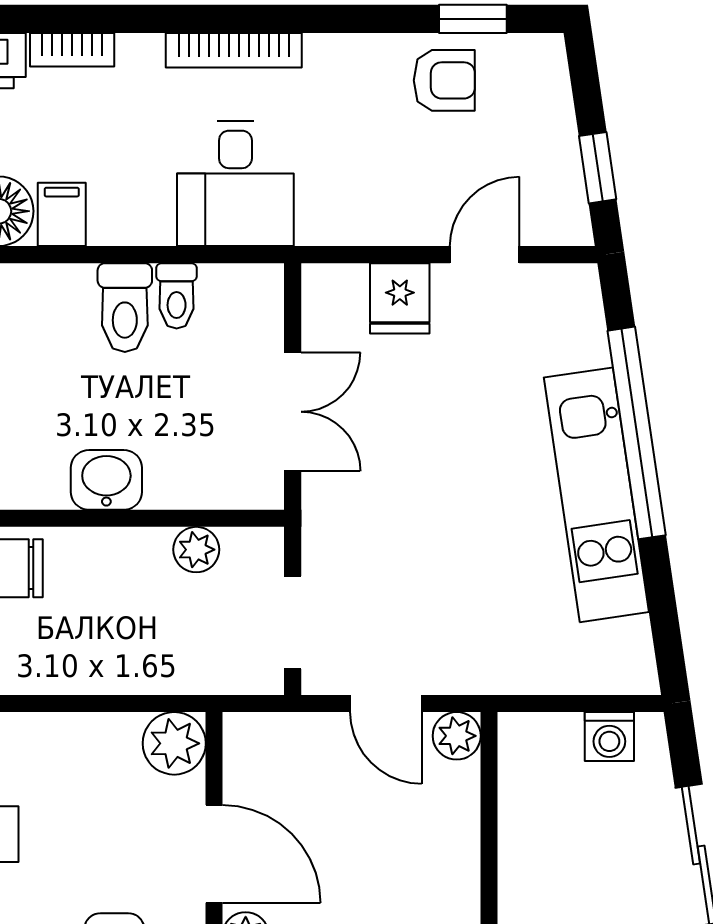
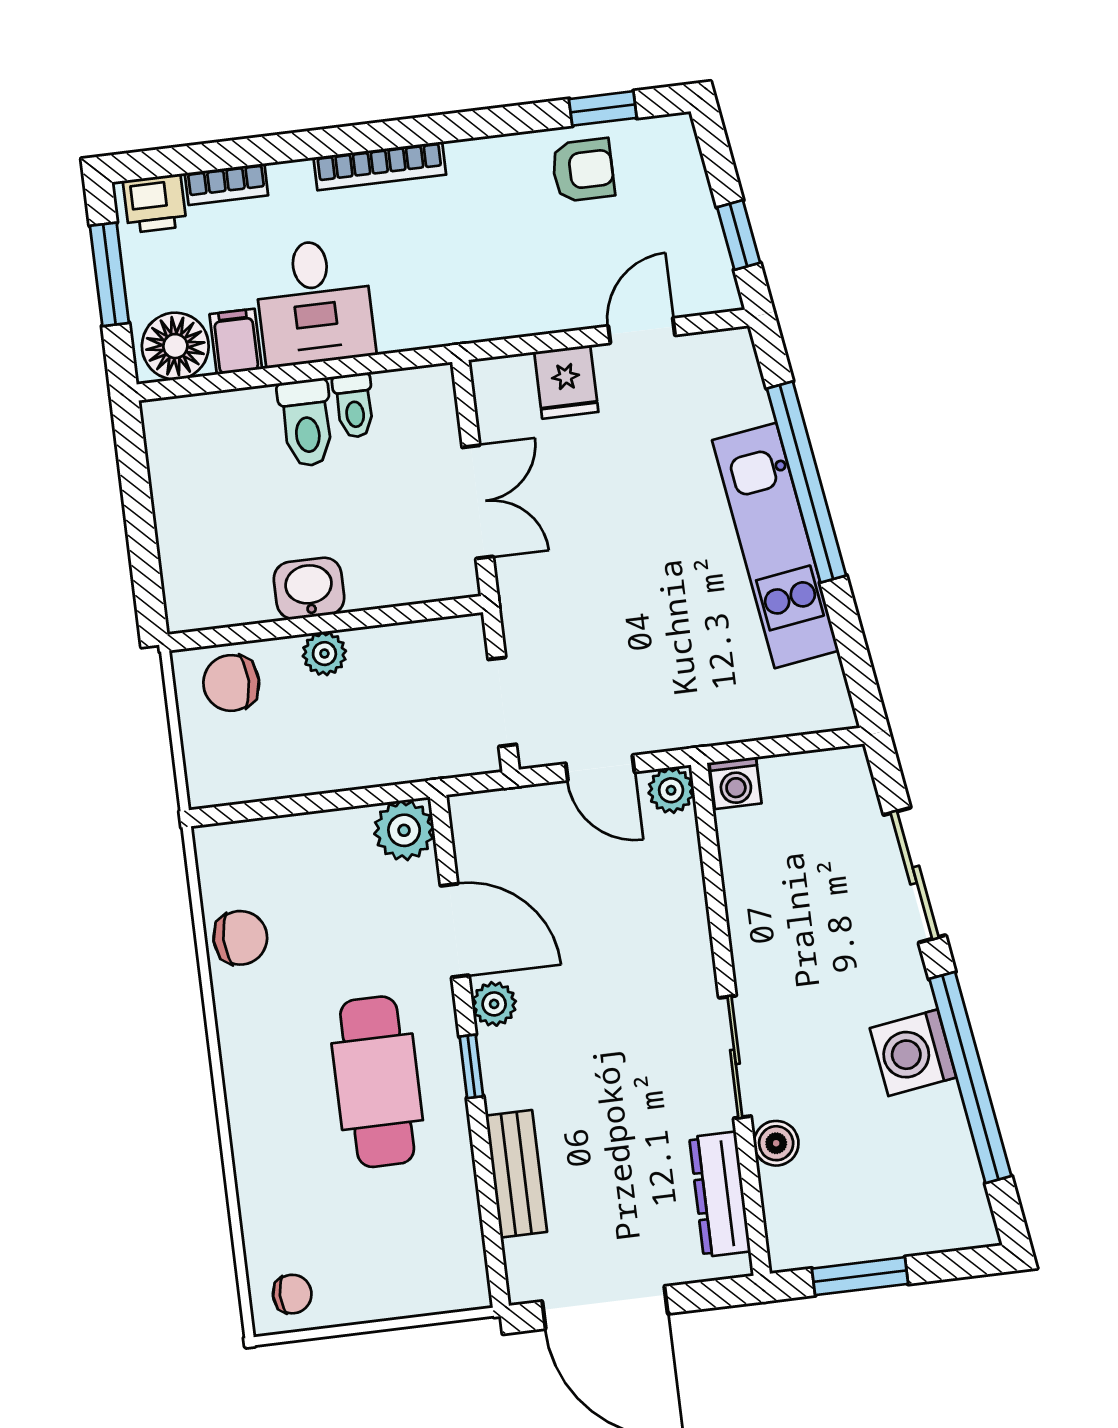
desk: (235, 183) -> (314, 302), moved
plant: (196, 550) -> (324, 654), moved
washing machine: (609, 736) -> (735, 783), moved

